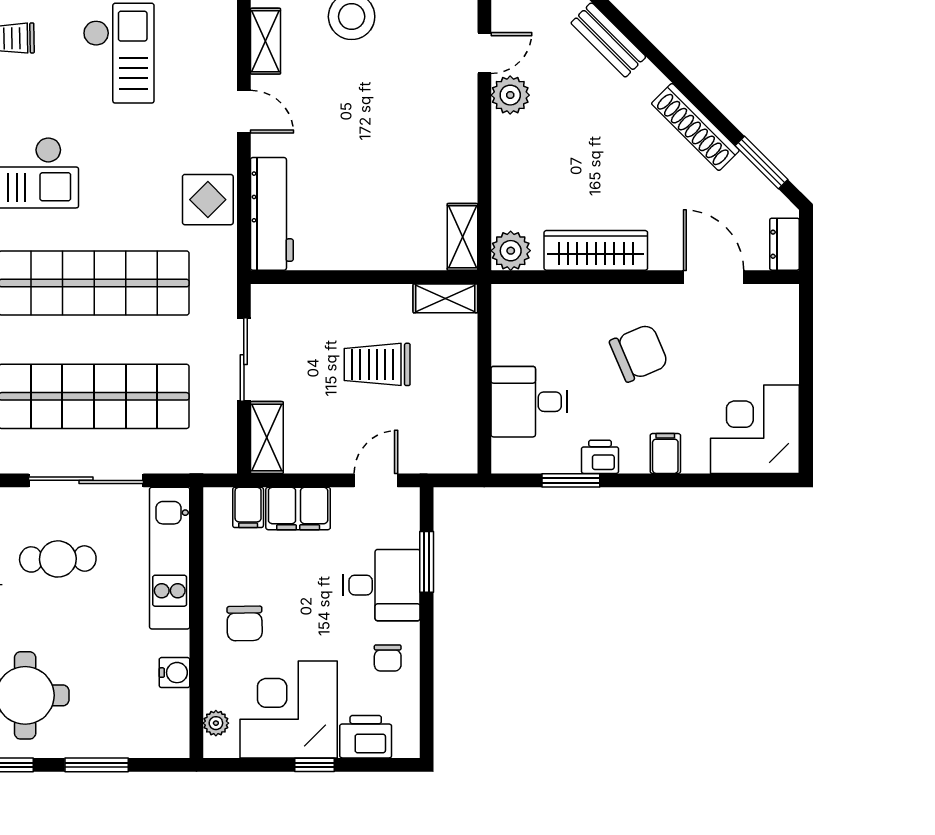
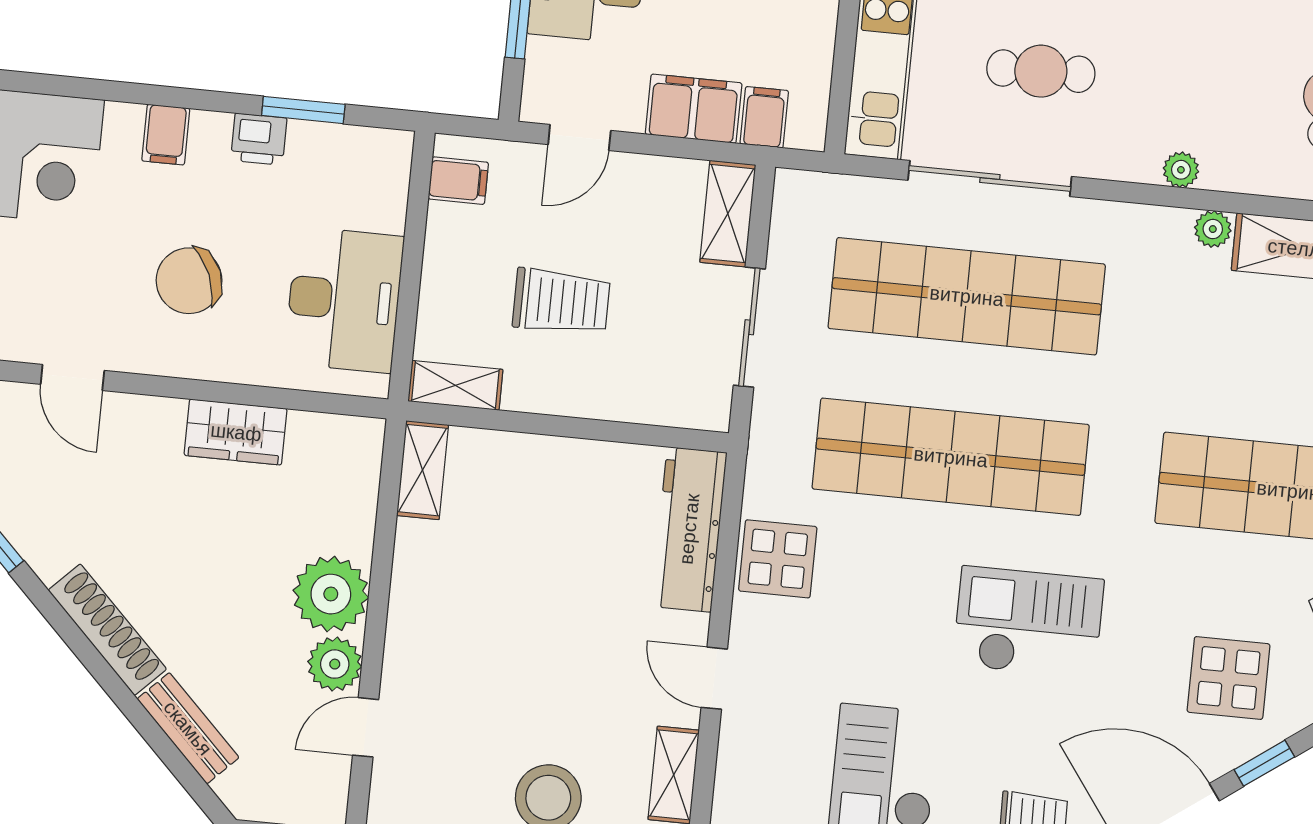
shoe rack: (695, 127) -> (107, 630), moved
wardrobe: (596, 250) -> (236, 432), width x0.67
plant: (511, 251) -> (331, 594), moved, width x1.36, depth x1.36
door: (714, 277) -> (72, 377), width x0.73
desk: (529, 402) -> (344, 300), moved, width x1.37
filing cabinet: (458, 442) -> (458, 181), added

